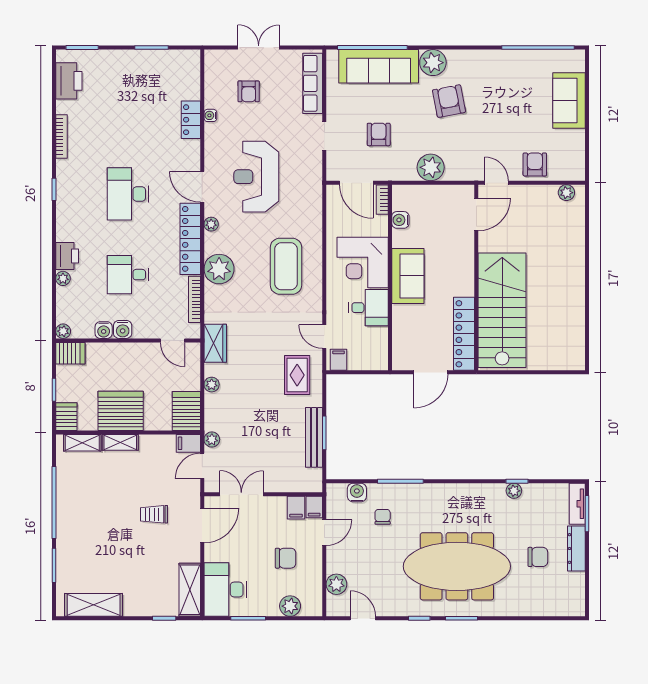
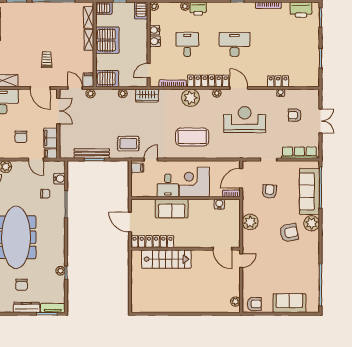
armchair: (379, 134) -> (269, 191), turned -85
armchair: (535, 164) -> (254, 304), moved
door: (202, 187) -> (239, 88), hinge flipped
sofa: (408, 276) -> (172, 209), moved
stairs: (502, 310) -> (166, 259), width x0.73, depth x0.66
filing cabinet: (296, 508) -> (51, 138), width x2.00

